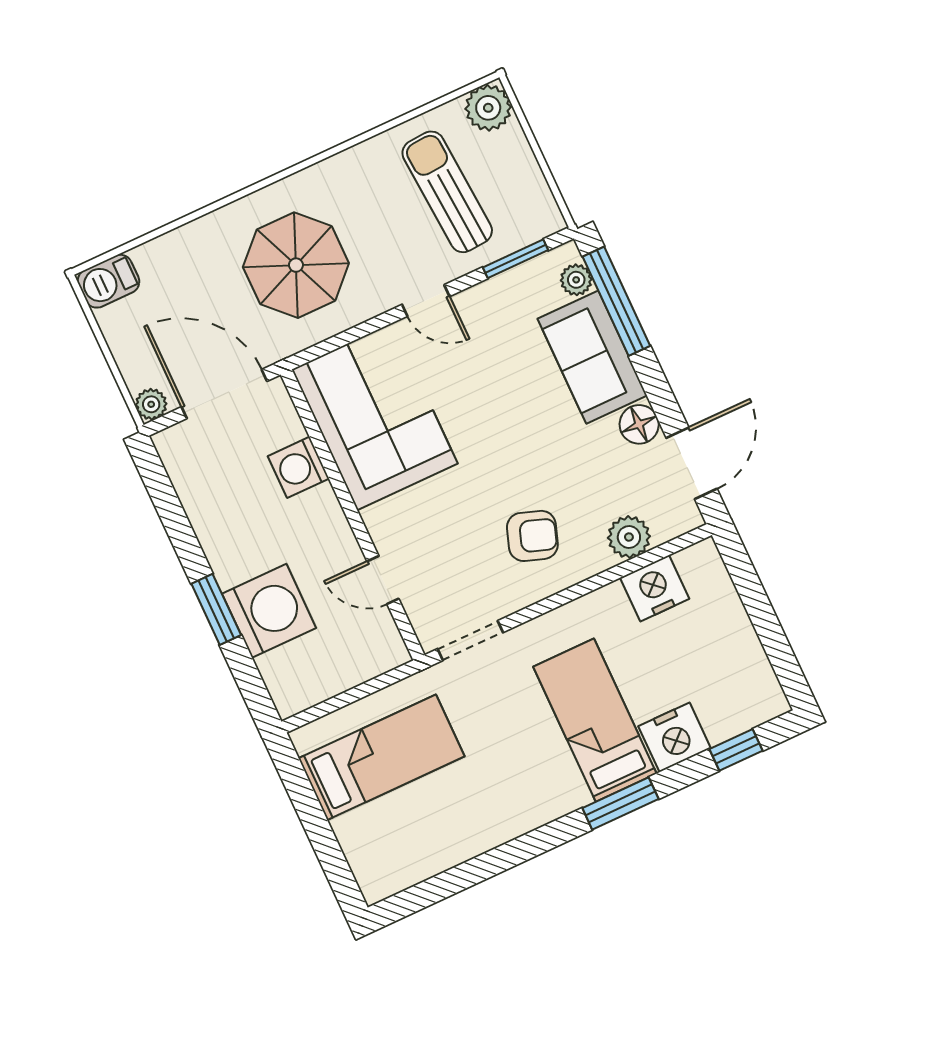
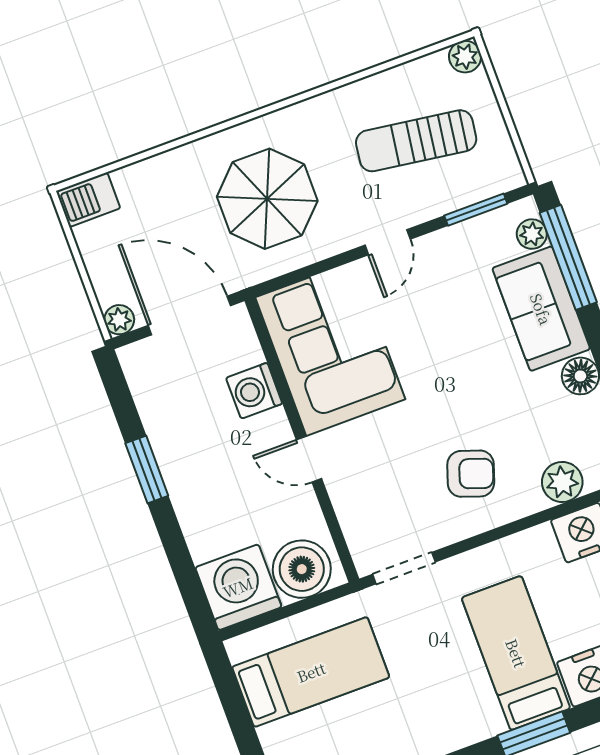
plant: (488, 108) -> (465, 57), width x0.73, depth x0.73
sun lounger: (447, 192) -> (416, 141), turned -78
door: (426, 300) -> (388, 242), hinge flipped
door: (383, 580) -> (309, 459), moved
window: (216, 609) -> (147, 469), moved
washing machine: (269, 611) -> (238, 587), moved, turned -90
boiler: (363, 650) -> (302, 569), added

